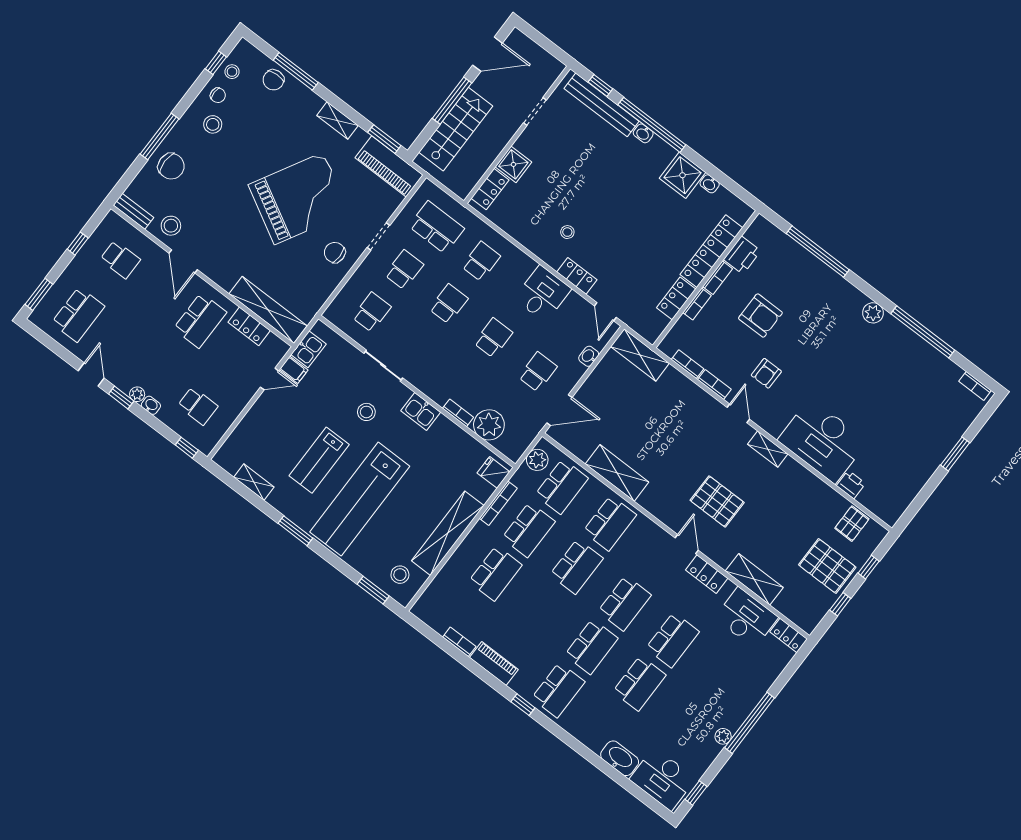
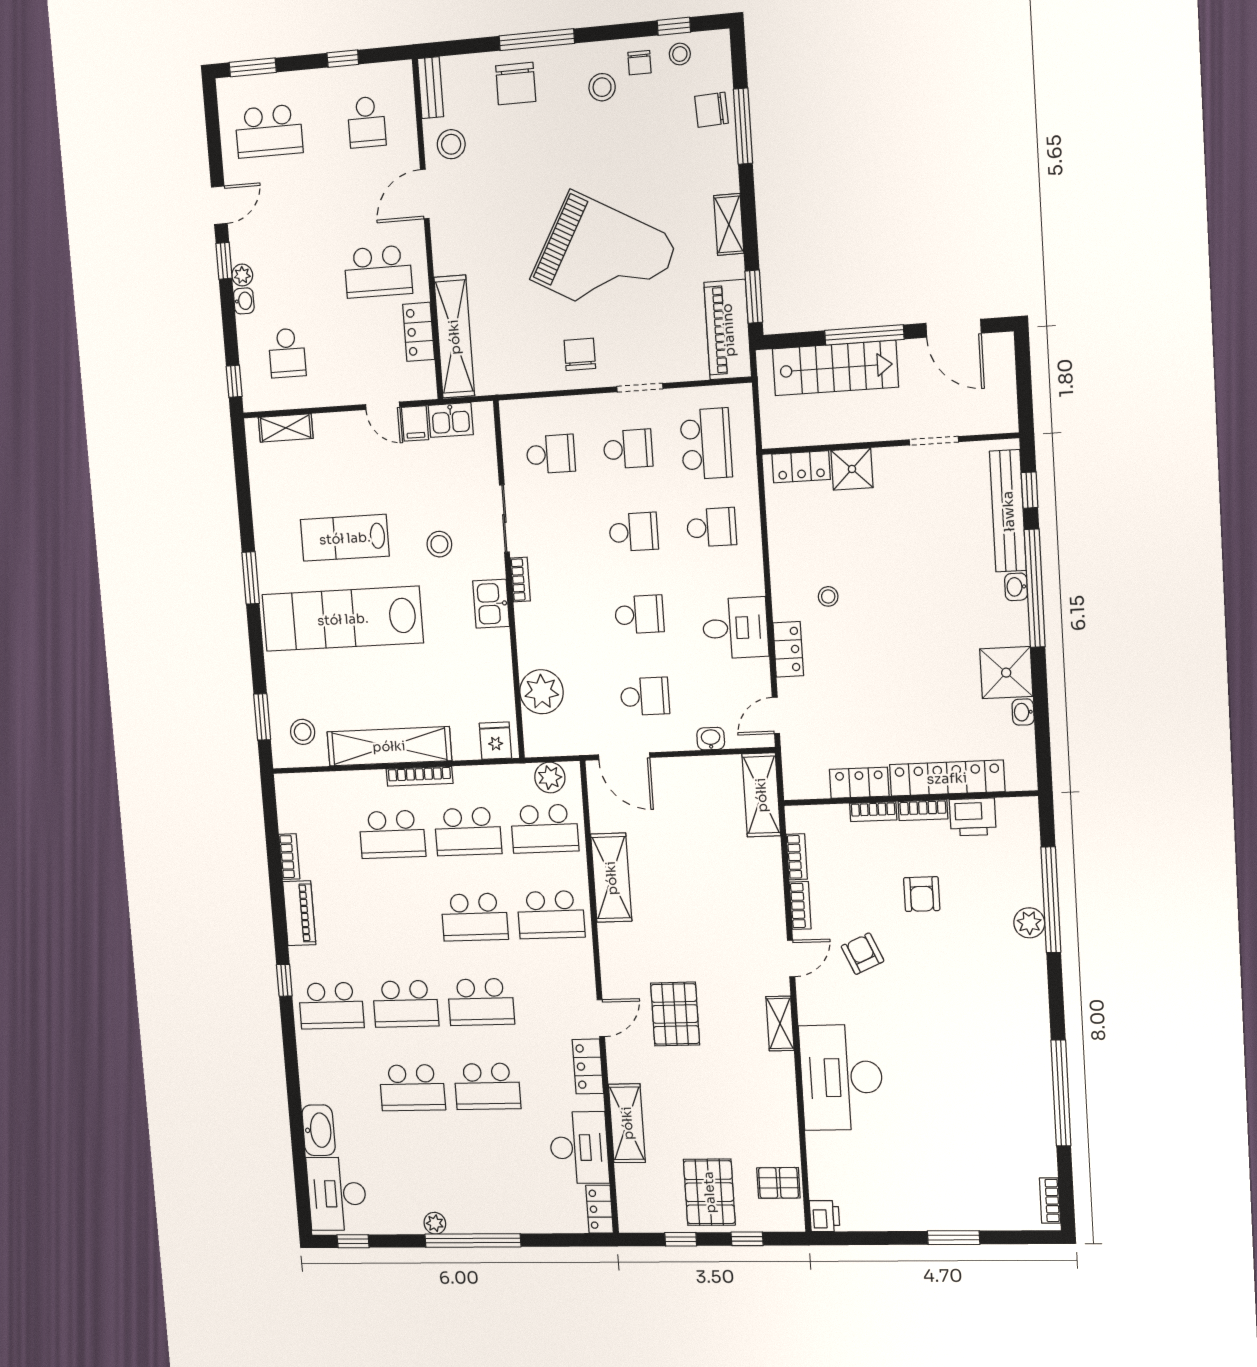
plant: (873, 313) -> (1029, 923), moved
armchair: (760, 316) -> (922, 894), width x0.72, depth x0.72
armchair: (766, 373) -> (863, 954), turned 66
bookcase: (458, 413) -> (520, 580), moved
shelving: (254, 482) -> (286, 428), moved, turned 90
printer: (851, 485) -> (825, 1216), moved
bookcase: (498, 503) -> (420, 776), moved

